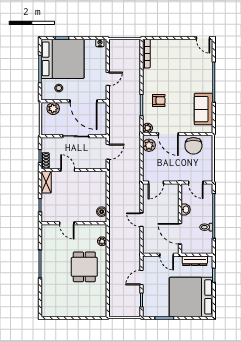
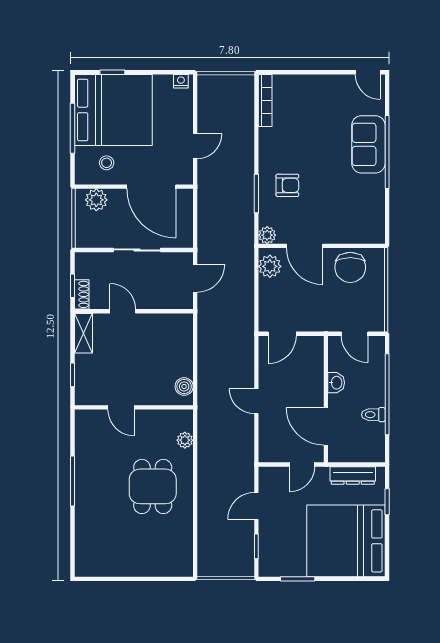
sofa: (203, 109) -> (368, 144), moved
door: (167, 255) -> (302, 465), hinge flipped

